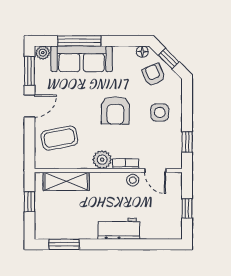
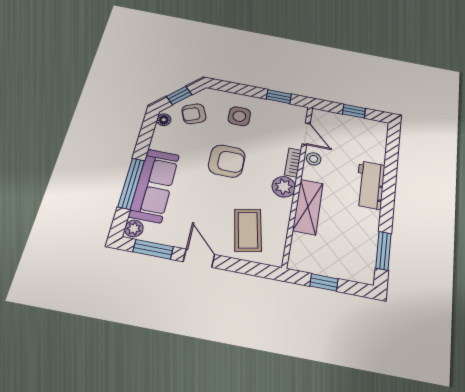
door: (155, 171) -> (306, 134), hinge flipped
shelving: (66, 181) -> (308, 207), moved

